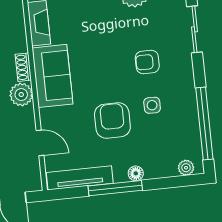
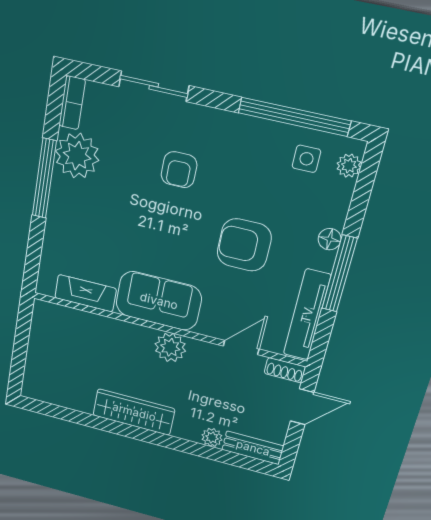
shoe rack: (23, 67) -> (285, 370), moved
side table: (152, 105) -> (306, 159), moved

